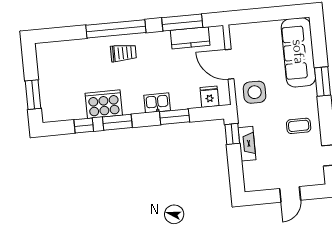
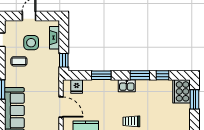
side table: (255, 92) -> (31, 43), moved
kitchen sink: (157, 103) -> (127, 86), moved
cooker: (104, 104) -> (181, 91), moved, turned 90
fireplace: (247, 144) -> (55, 38), moved

